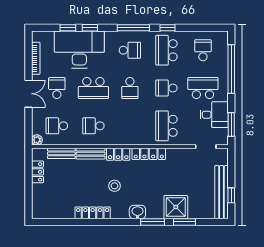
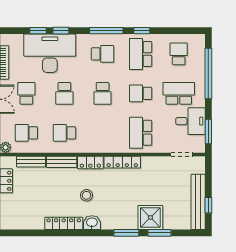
school desk: (93, 88) -> (64, 93), width x0.54
washbasin: (137, 212) -> (92, 223), moved

